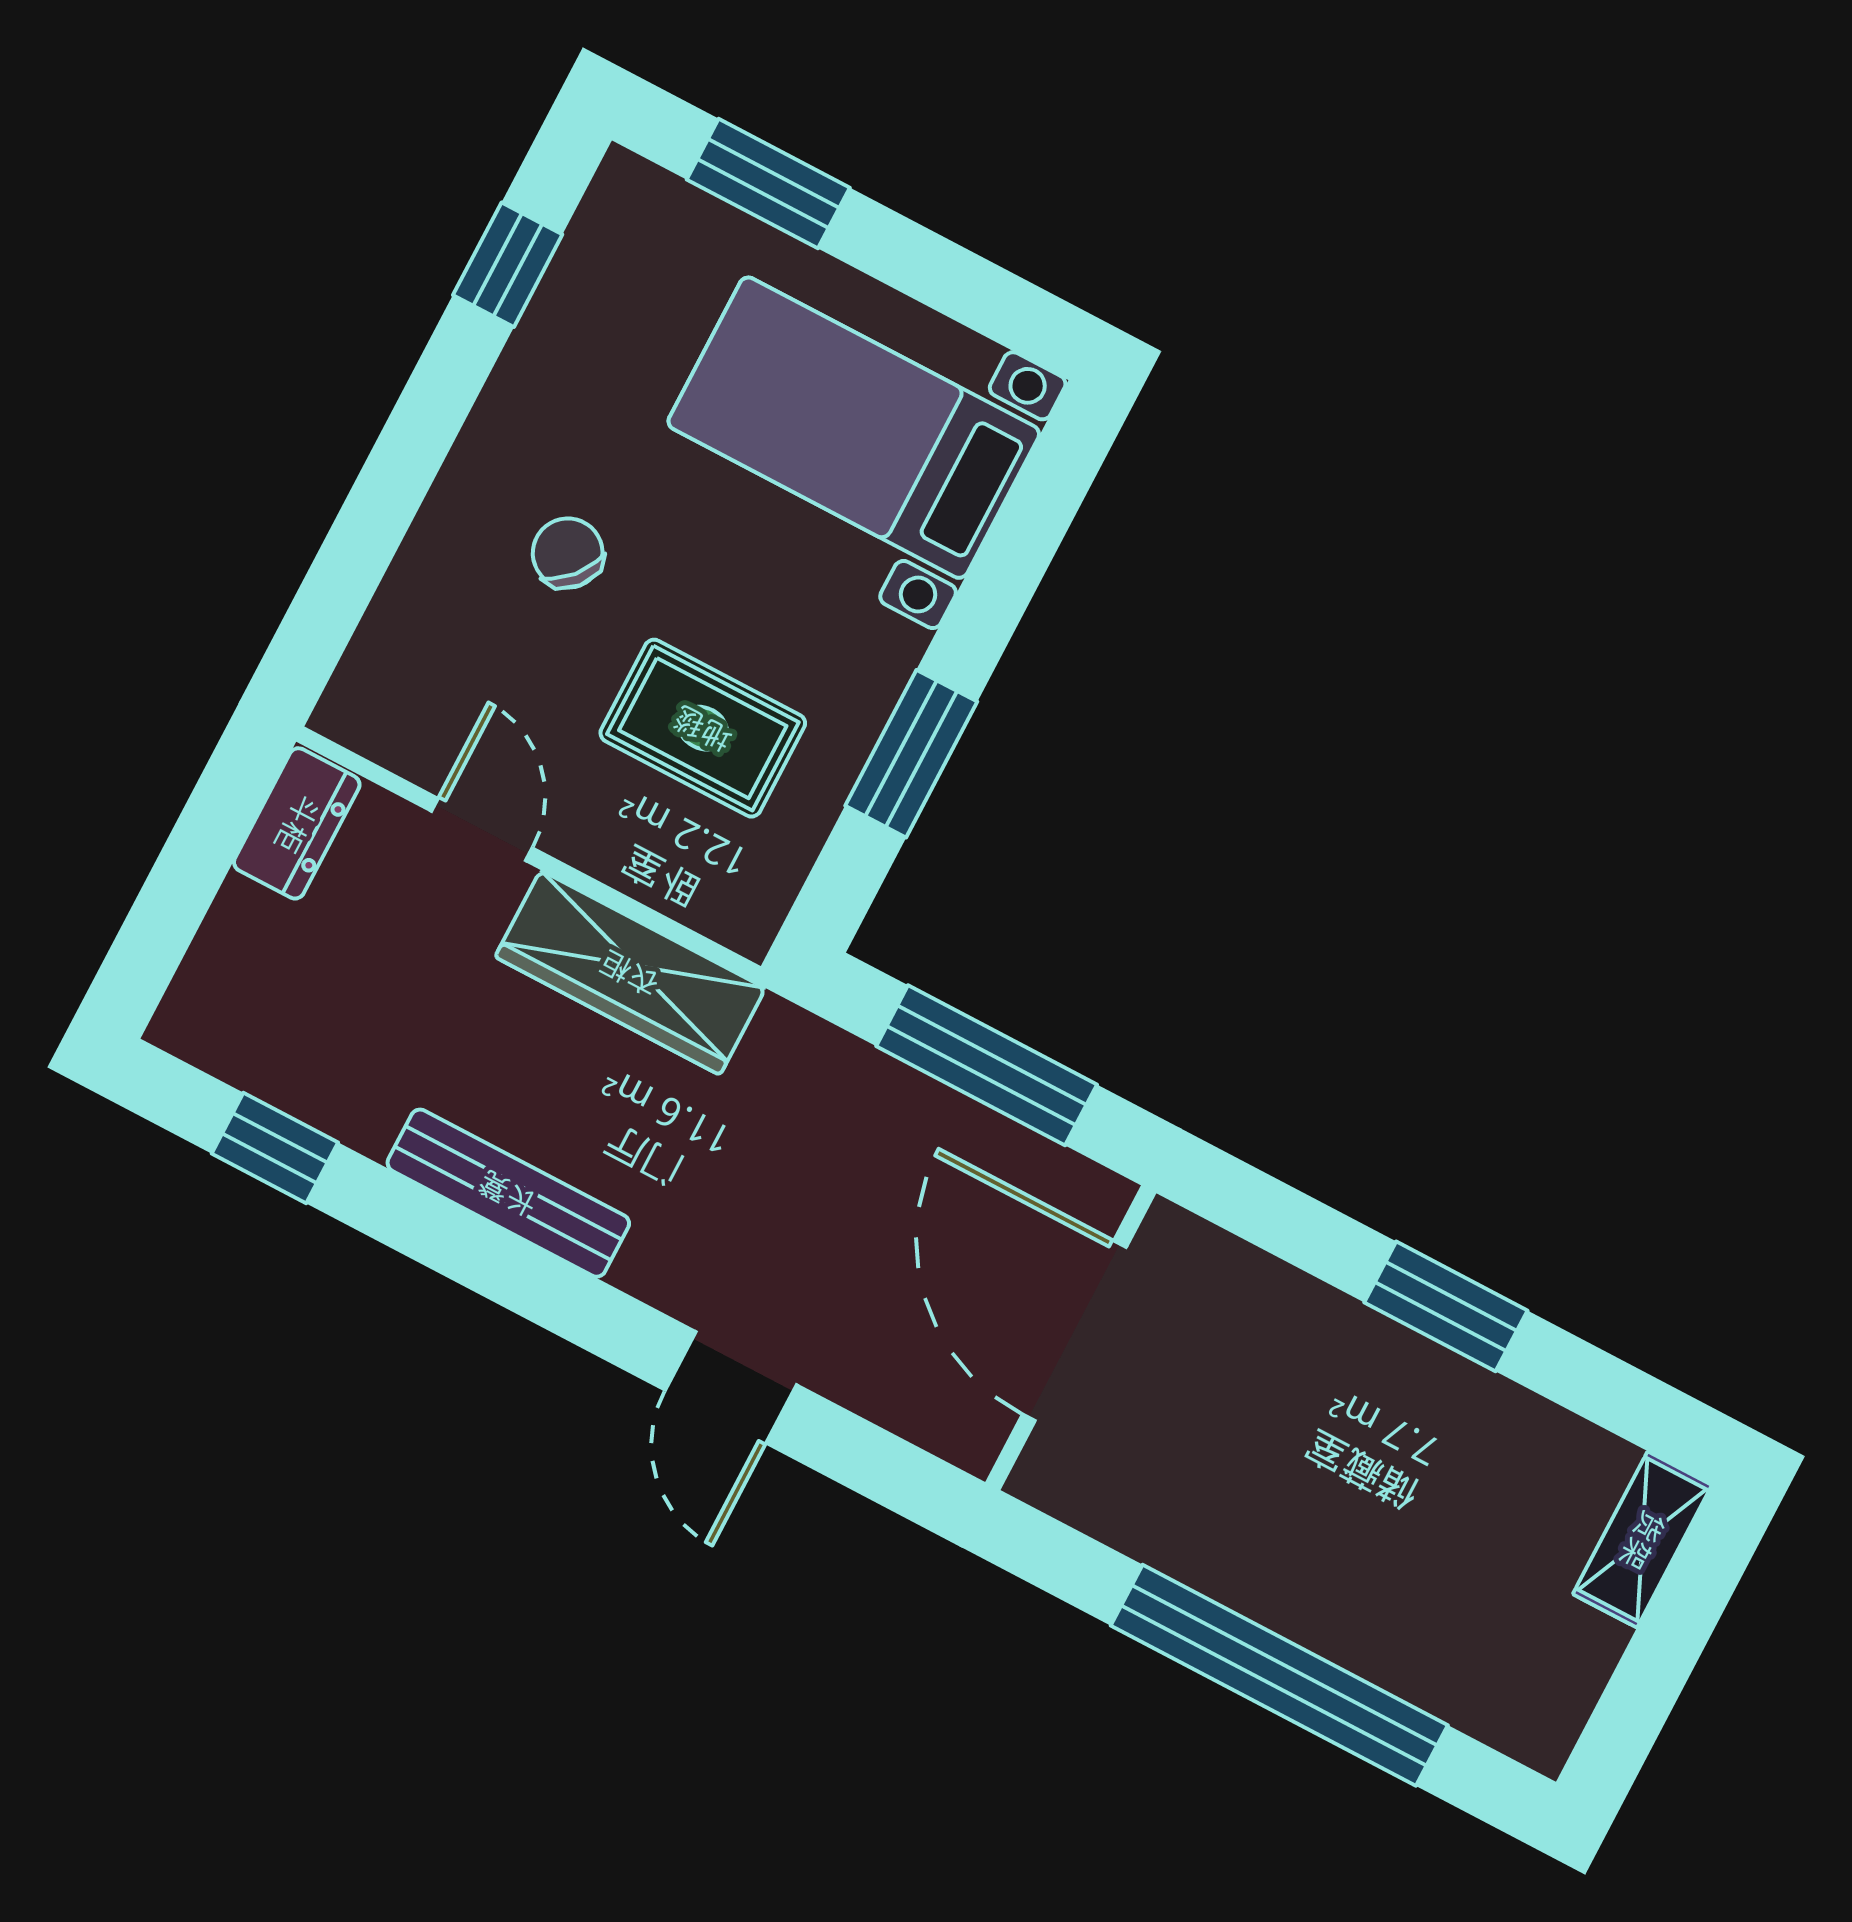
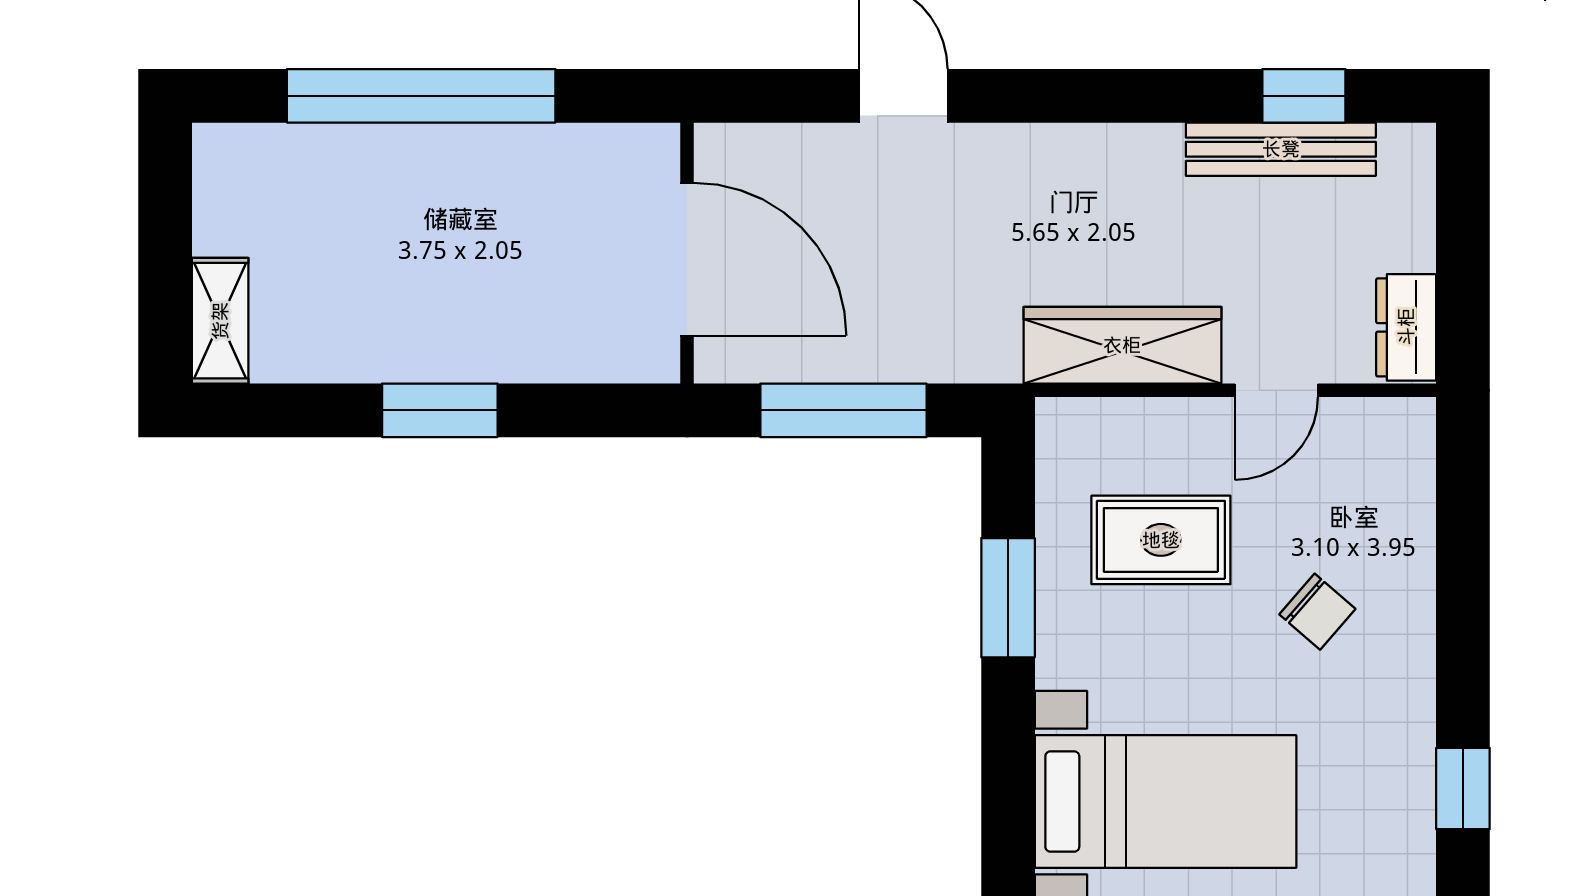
door: (482, 829) -> (1276, 390), hinge flipped
bench: (508, 1193) -> (1281, 149), moved

